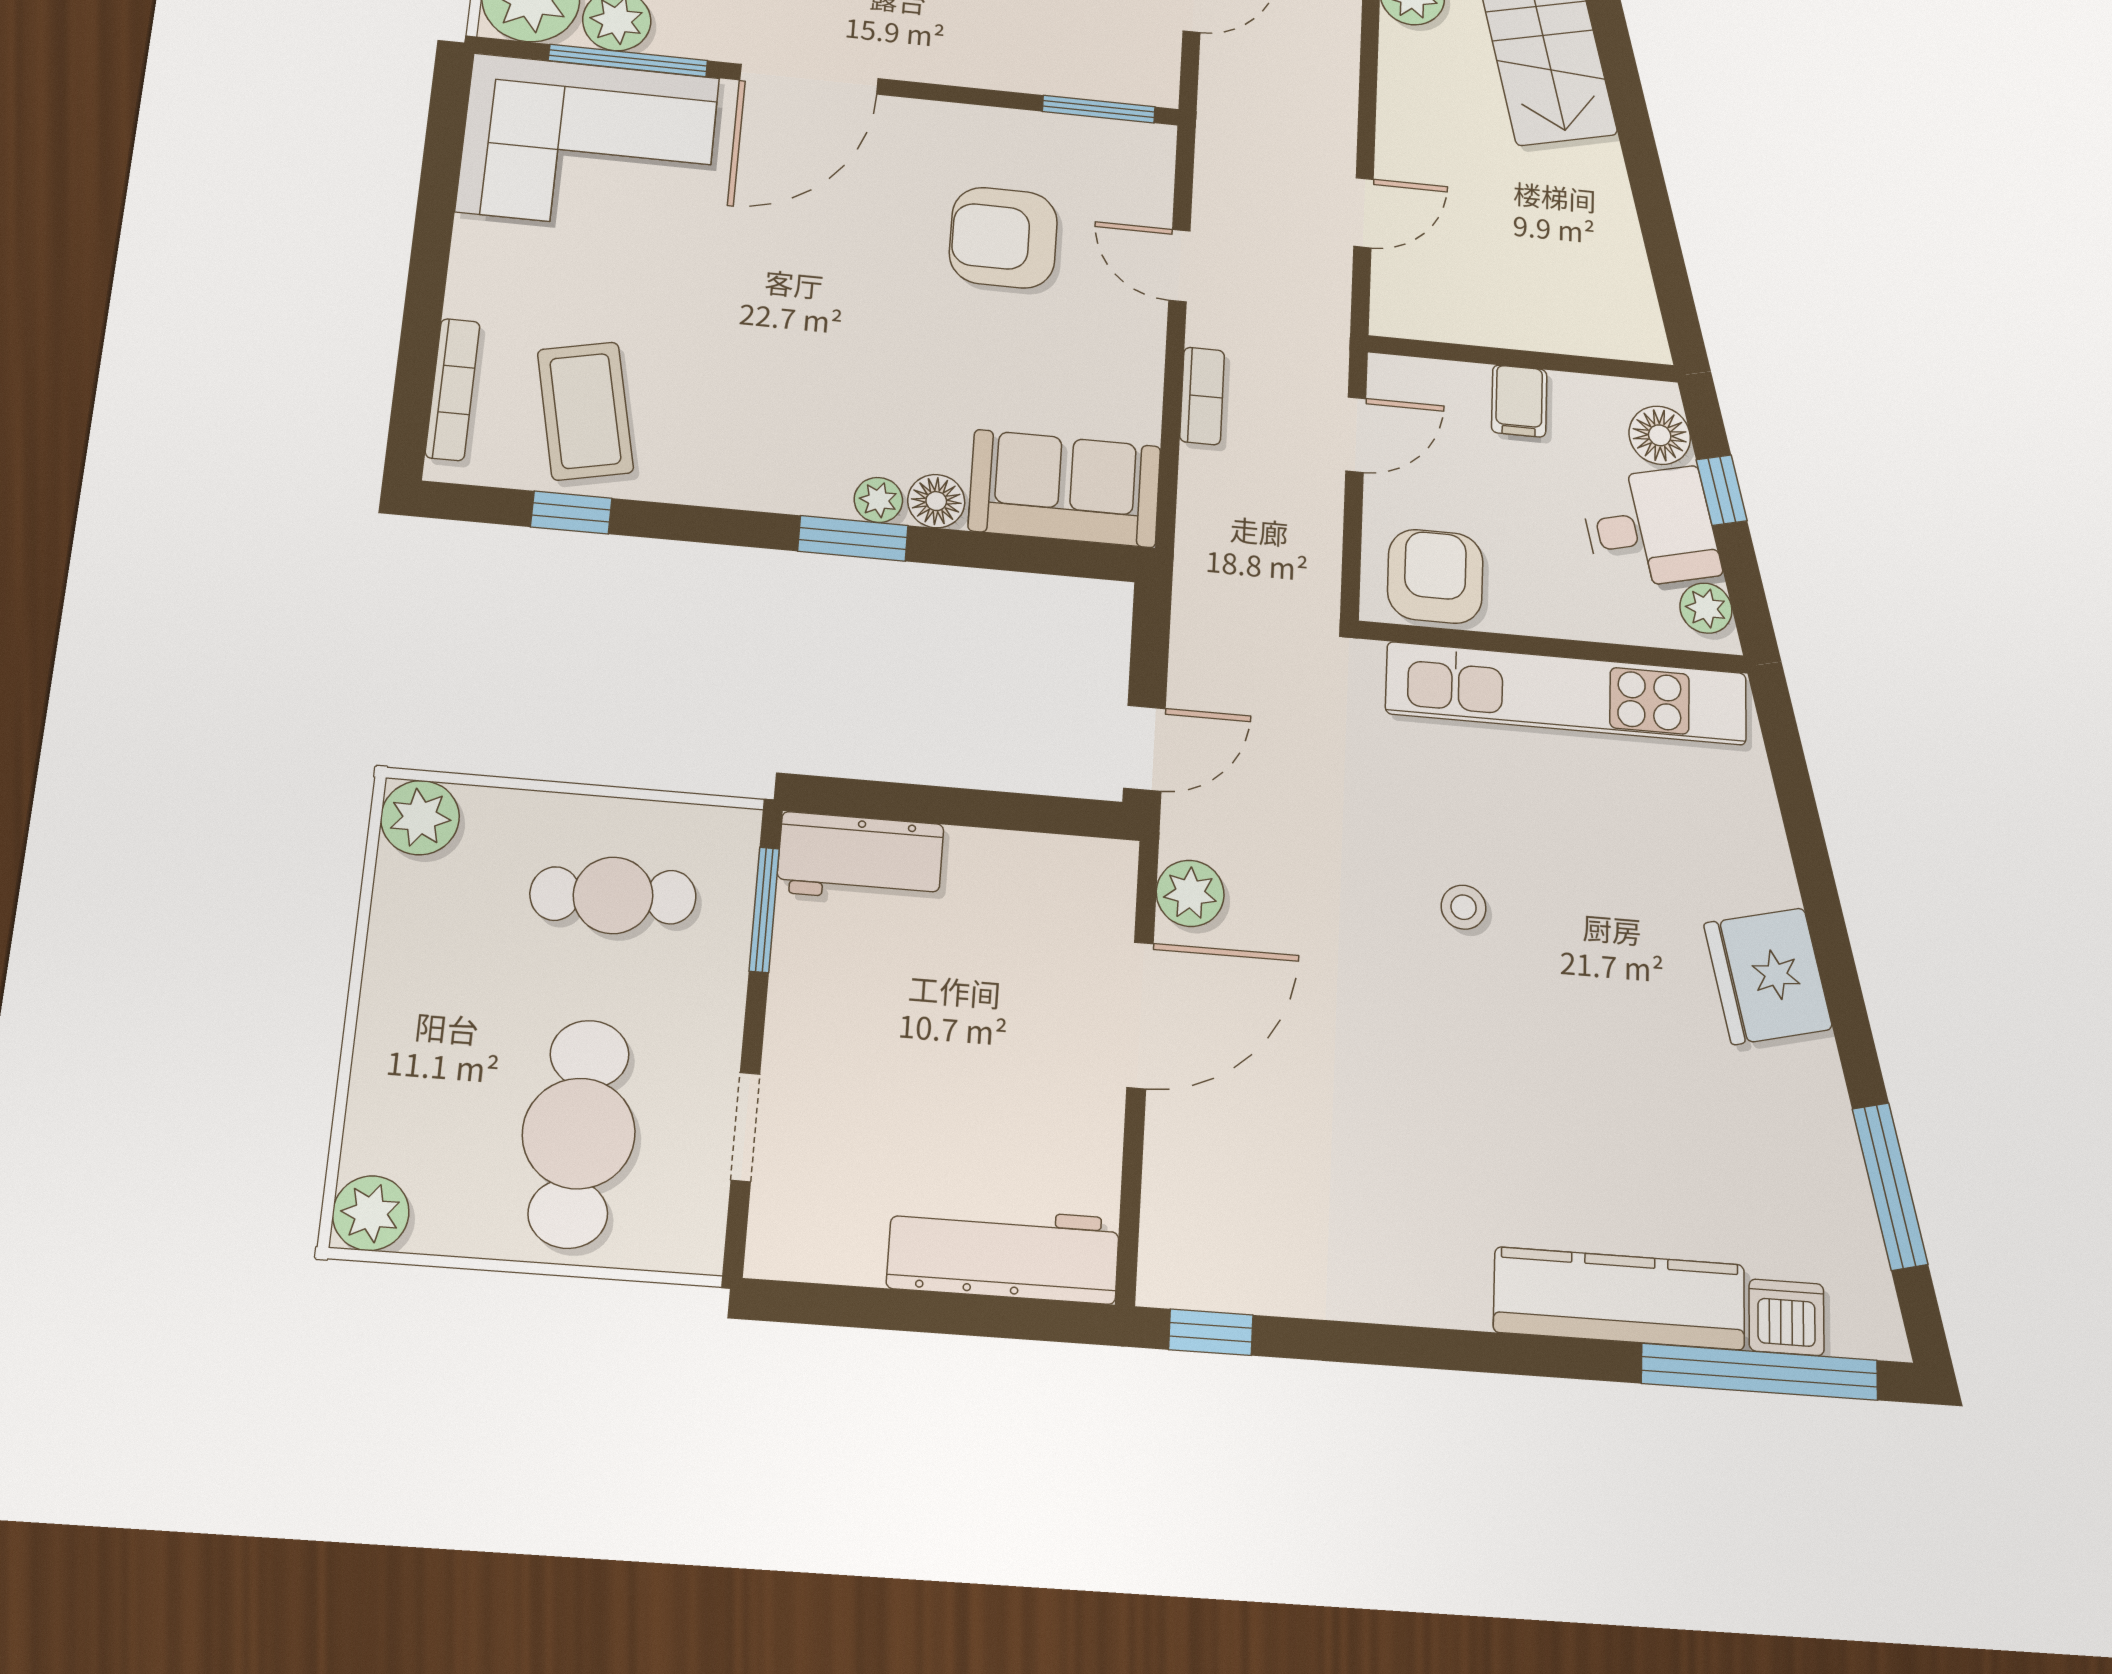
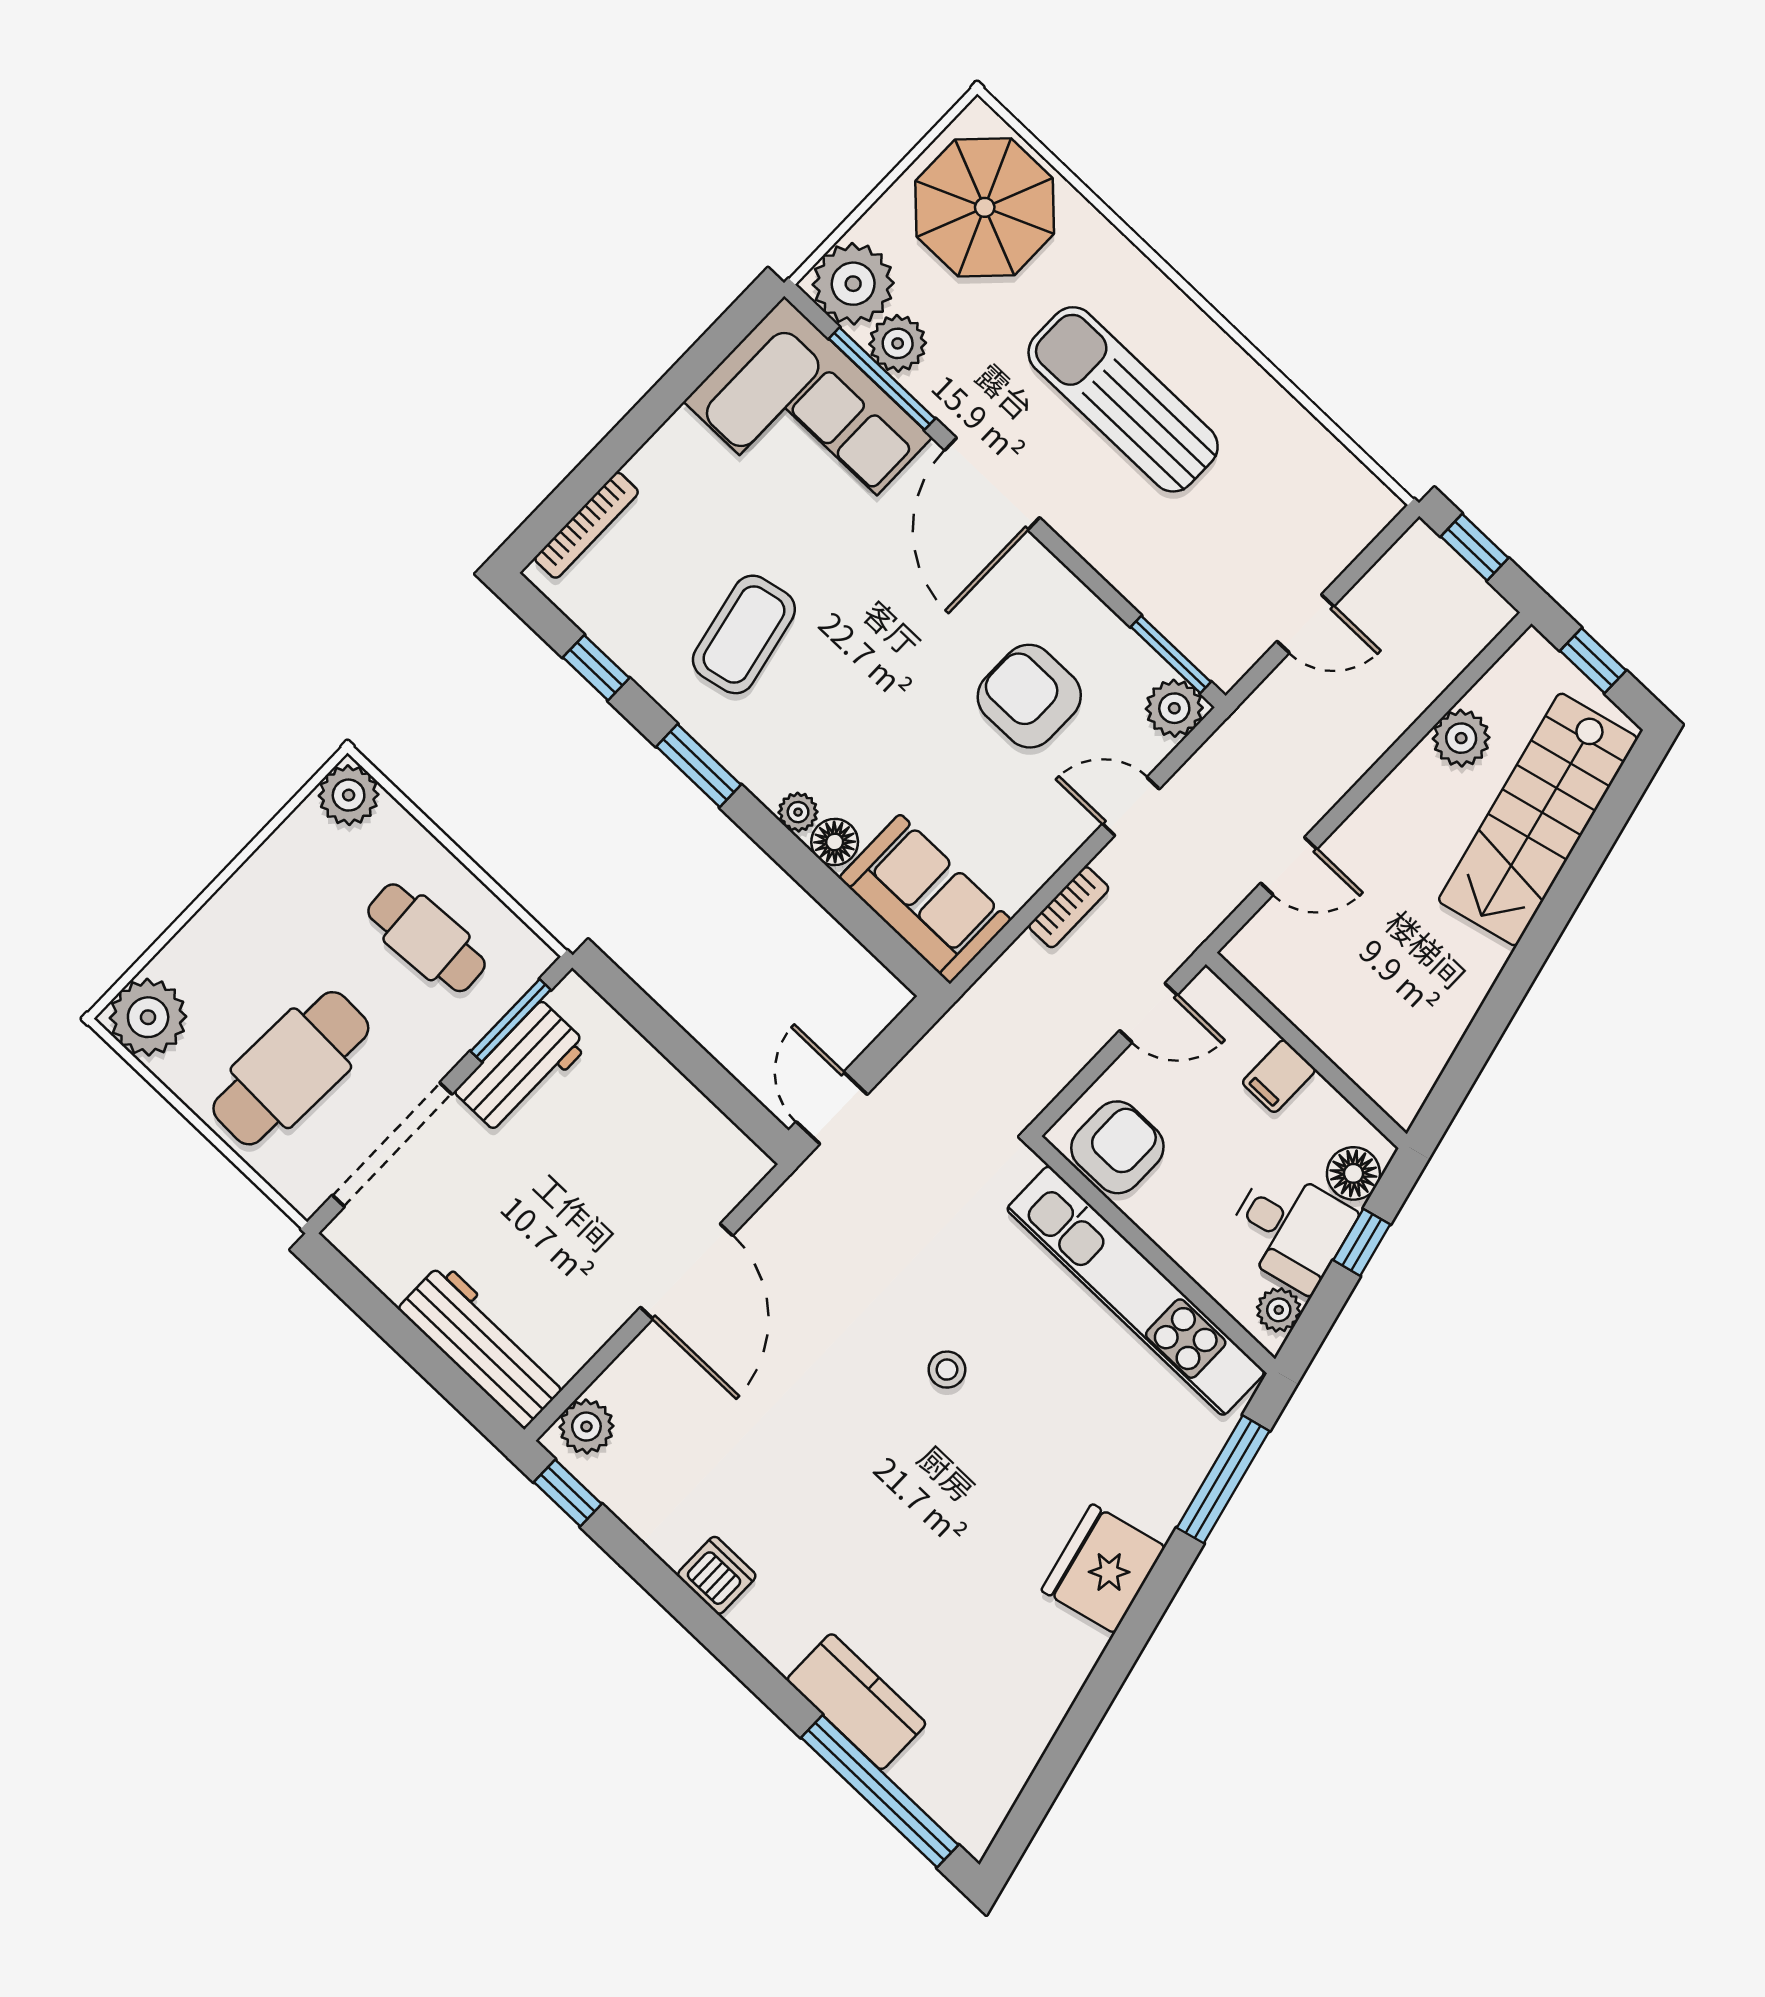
door: (809, 79) -> (992, 484), hinge flipped
plant: (1143, 153) -> (1174, 708), added
door: (1179, 266) -> (1131, 806), hinge flipped
coffee table: (585, 411) -> (744, 634), moved
window: (853, 538) -> (699, 766), moved
door: (1144, 748) -> (832, 1108), swing flipped
workbench: (860, 858) -> (521, 1069), moved, turned -90
plant: (1190, 893) -> (586, 1427), moved
door: (1140, 1015) -> (687, 1271), hinge flipped
doorway: (745, 1127) -> (392, 1145), width x1.88
window: (1890, 1186) -> (1223, 1479), moved
plant: (371, 1213) -> (148, 1017), width x1.36, depth x1.36
kitchen counter: (1620, 1298) -> (856, 1702), width x0.67
dishwasher: (1787, 1317) -> (717, 1575), moved

